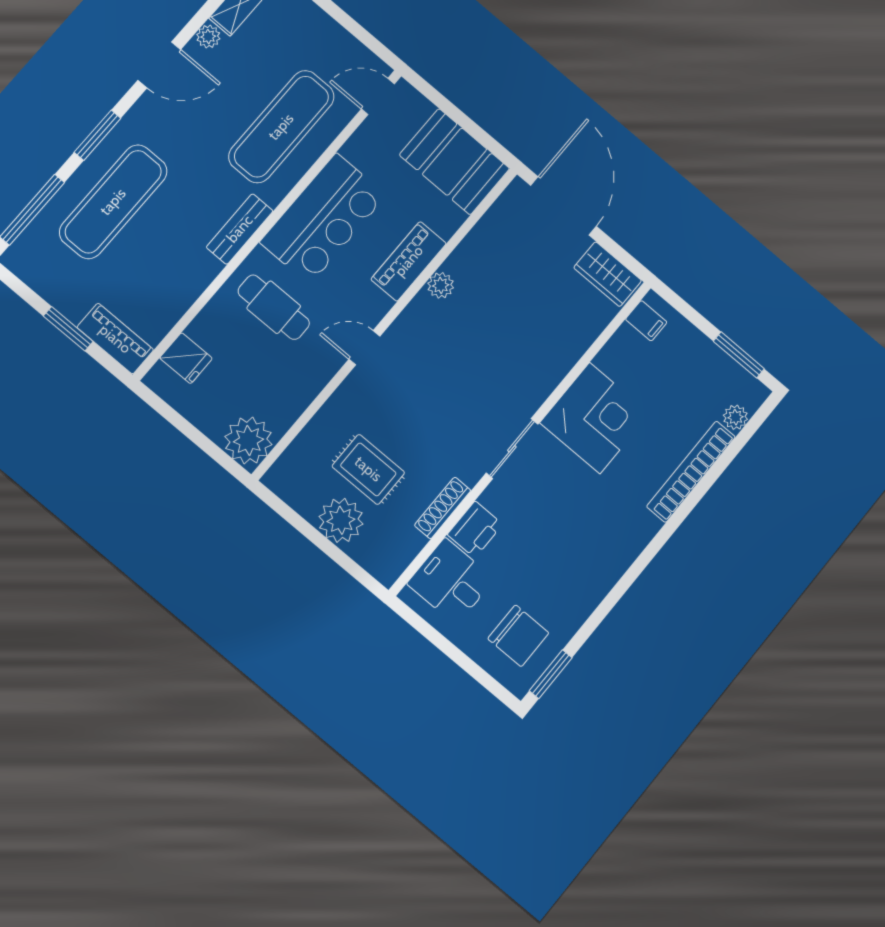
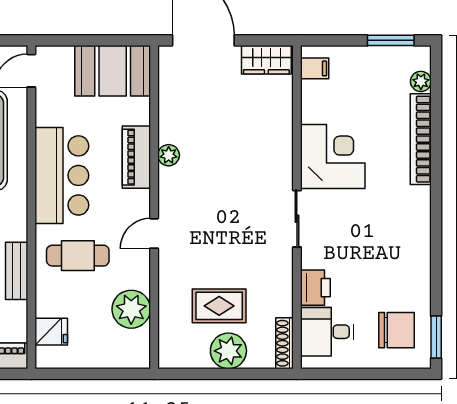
bench: (240, 229) -> (17, 271), moved
plant: (248, 440) -> (131, 309), moved
shoe rack: (443, 508) -> (285, 343), moved

